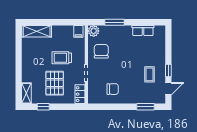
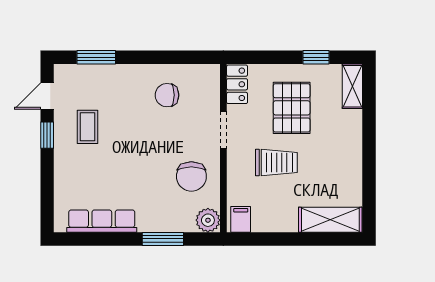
row of seats: (143, 31) -> (102, 221), width x1.48

